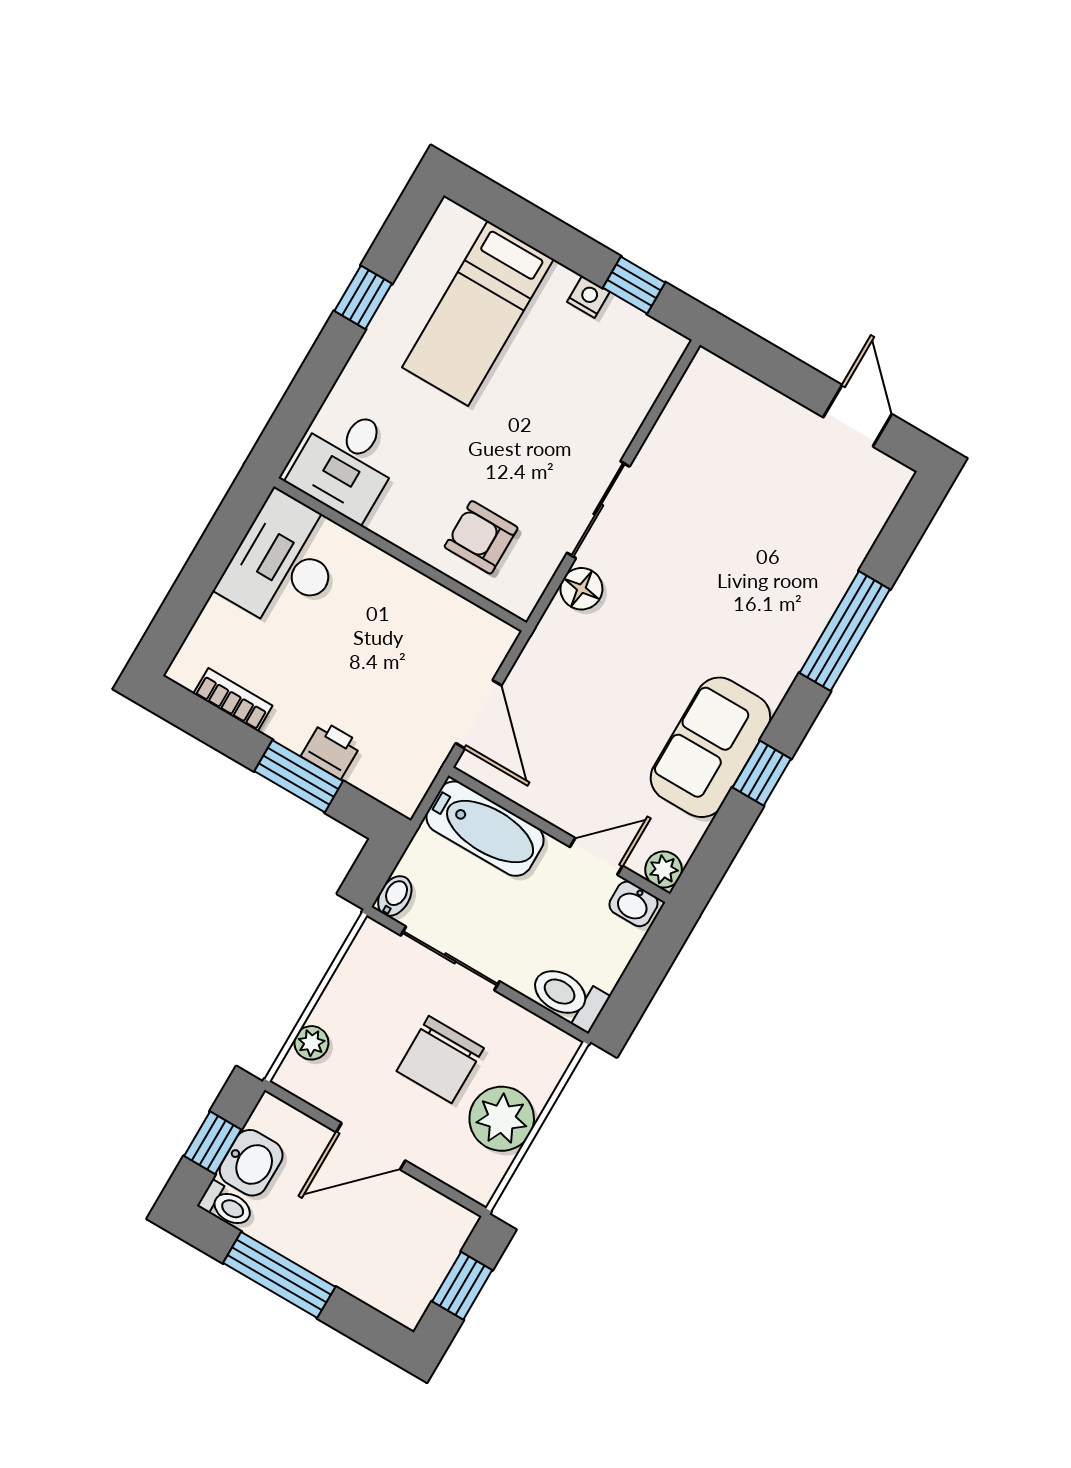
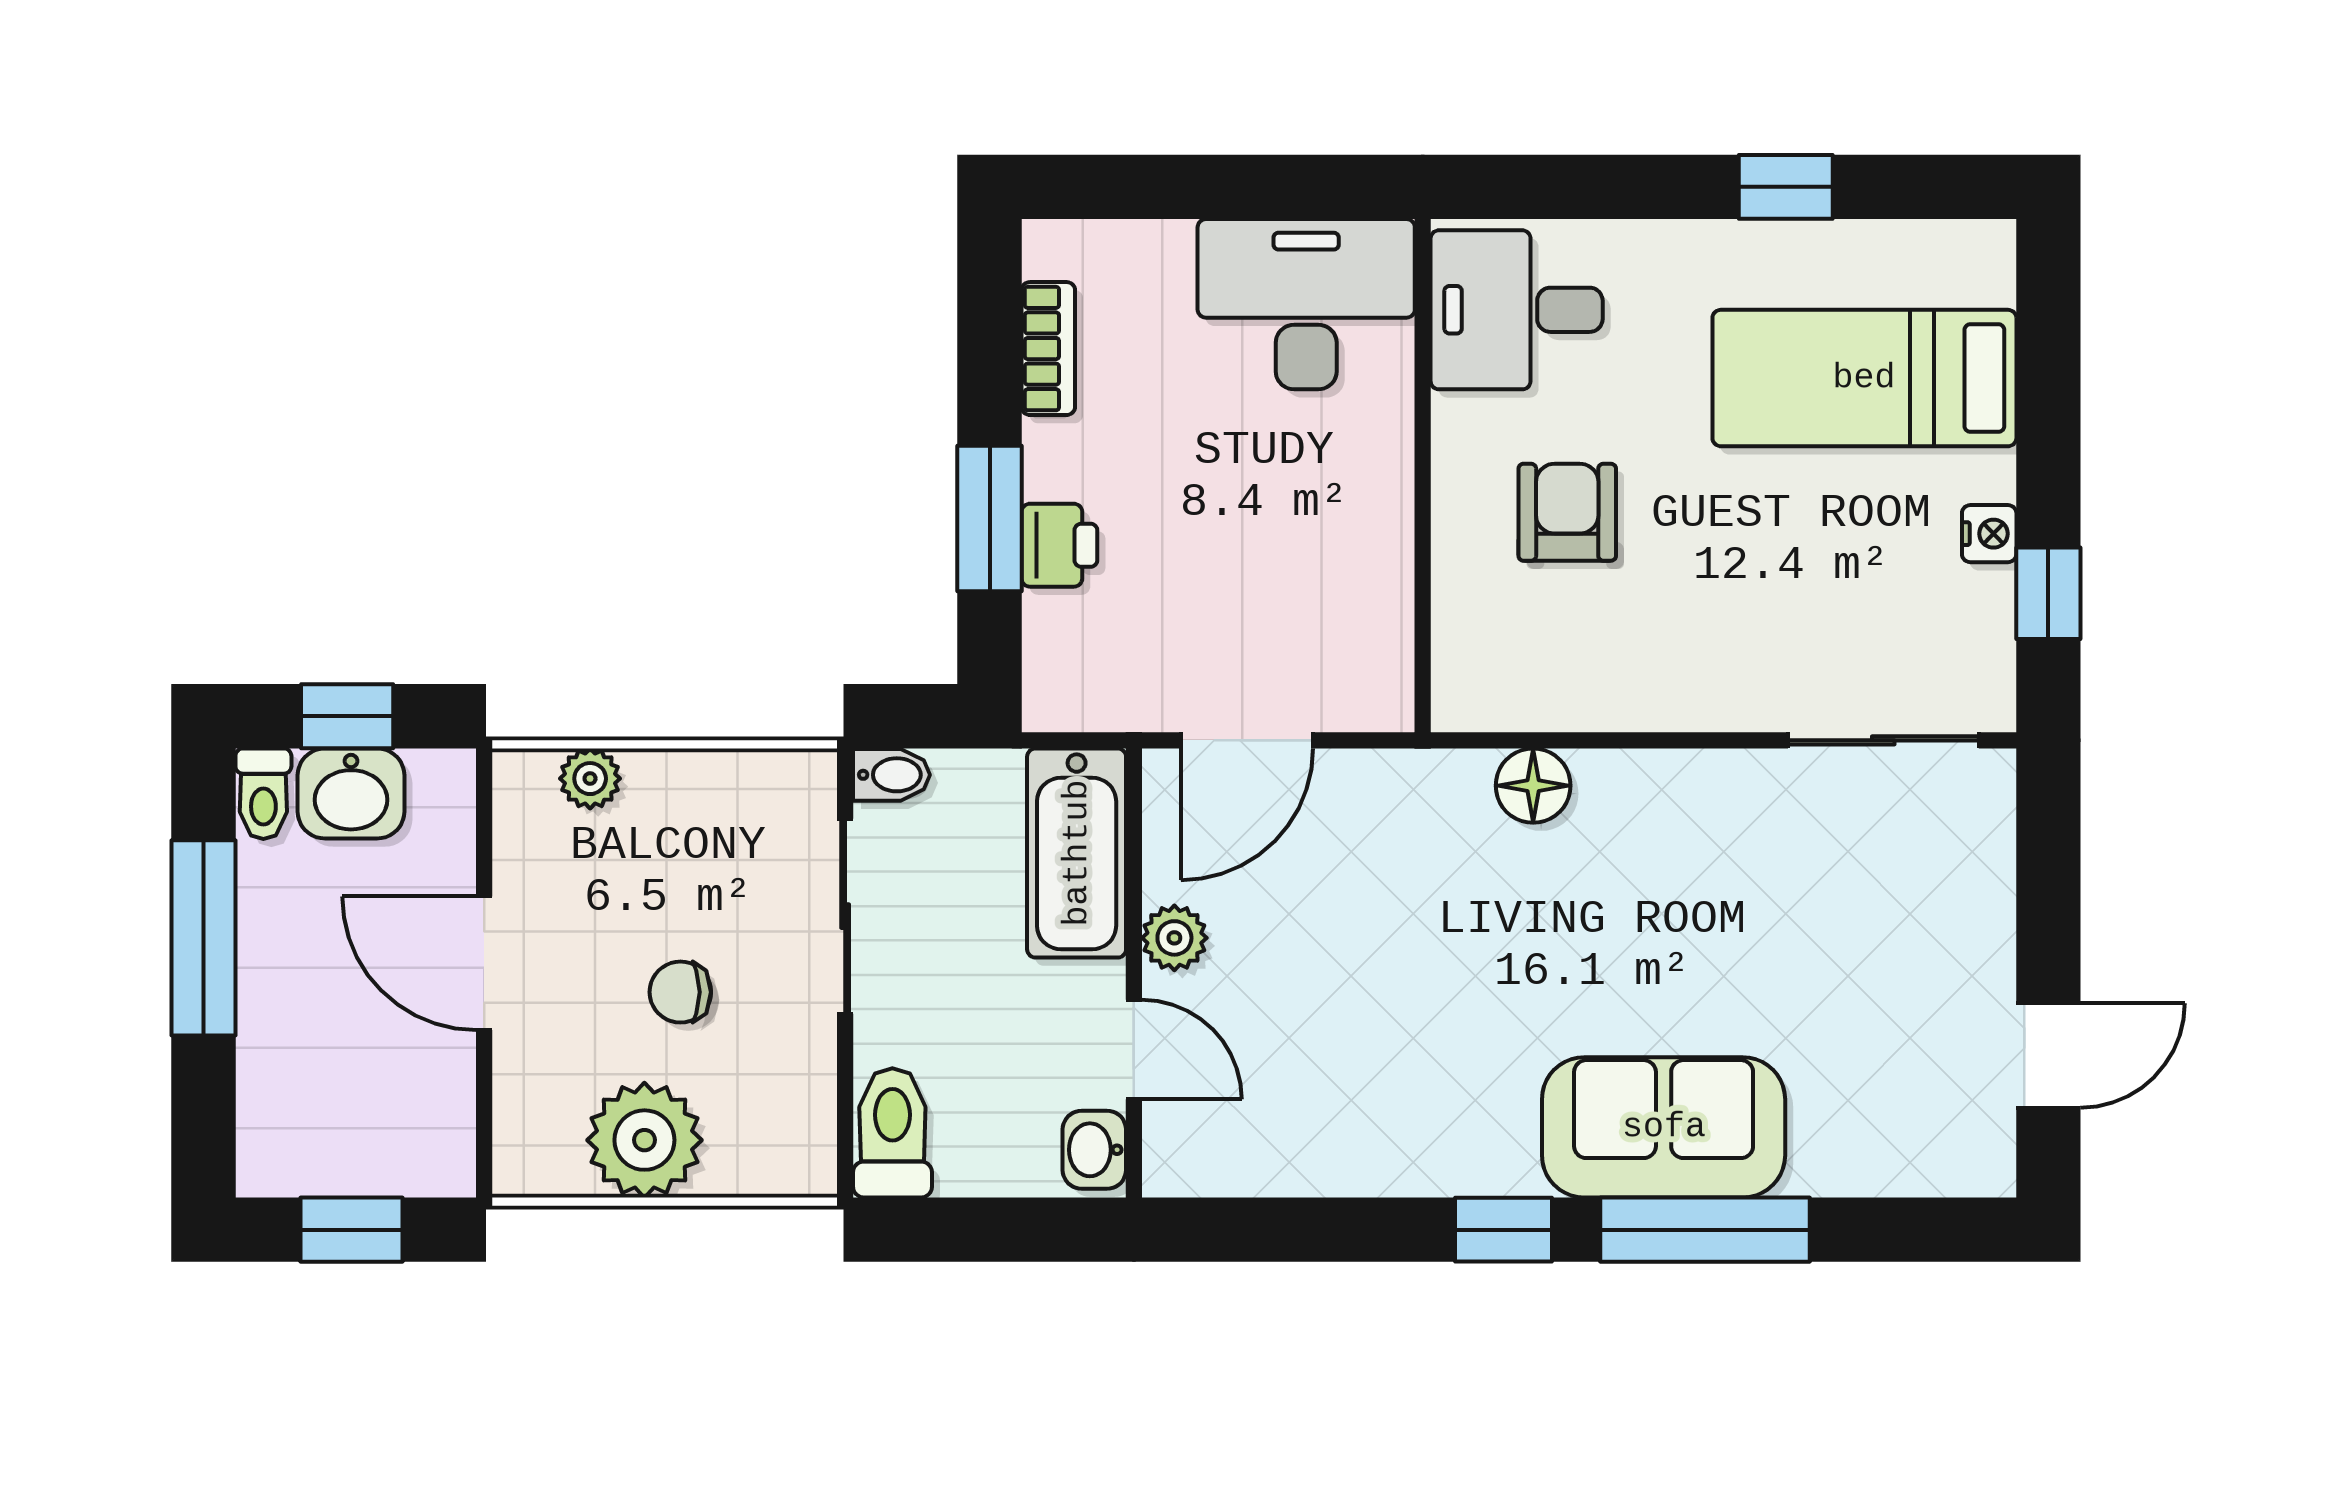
sliding door: (598, 510) -> (1883, 740), moved
armchair: (481, 537) -> (1567, 512), moved
sofa: (710, 747) -> (1664, 1127), moved
window: (762, 773) -> (1503, 1230), moved
plant: (664, 869) -> (1174, 938), moved
chair: (440, 1060) -> (680, 992), width x0.54, depth x0.54

